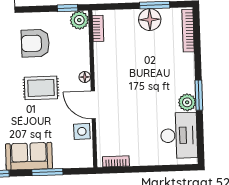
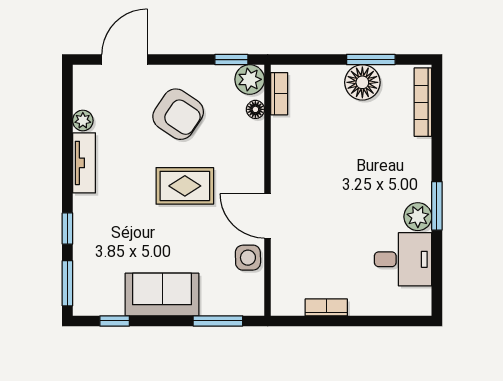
armchair: (35, 43) -> (178, 114), turned -146
floor lamp: (85, 77) -> (255, 109), moved
desk: (179, 135) -> (403, 259), width x0.73
bookcase: (116, 161) -> (326, 307), moved
window: (47, 172) -> (218, 321), moved

